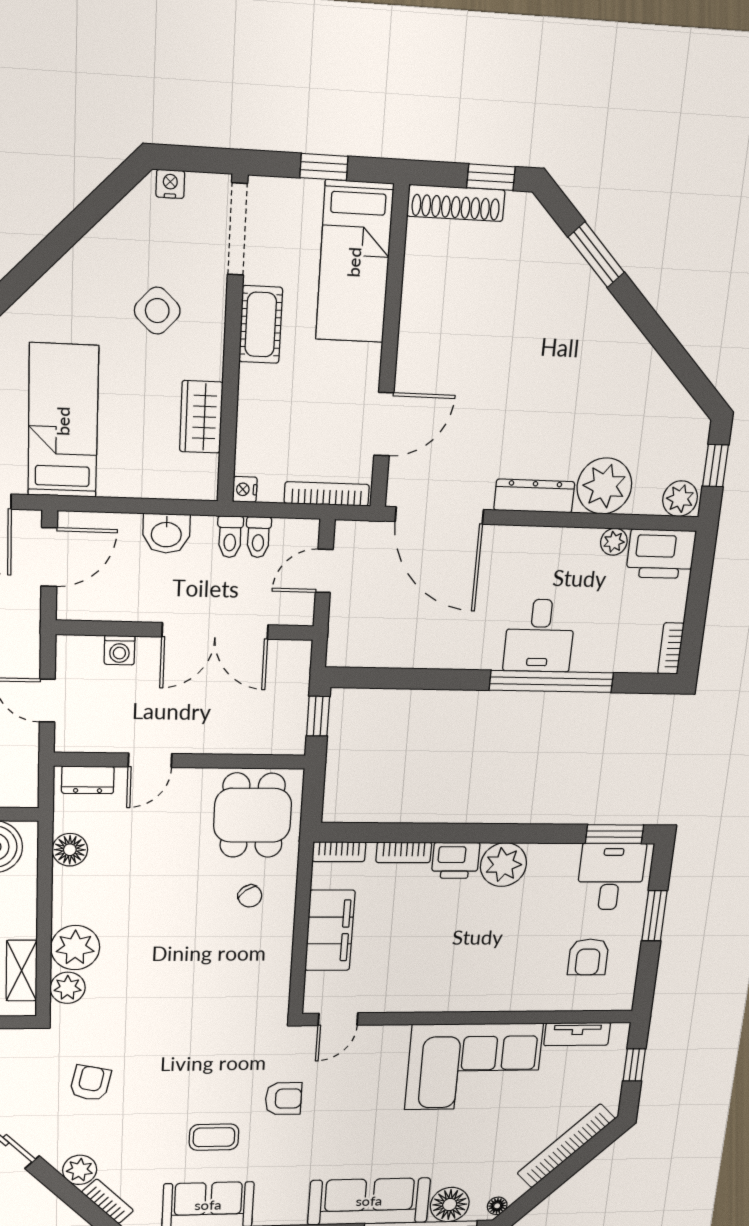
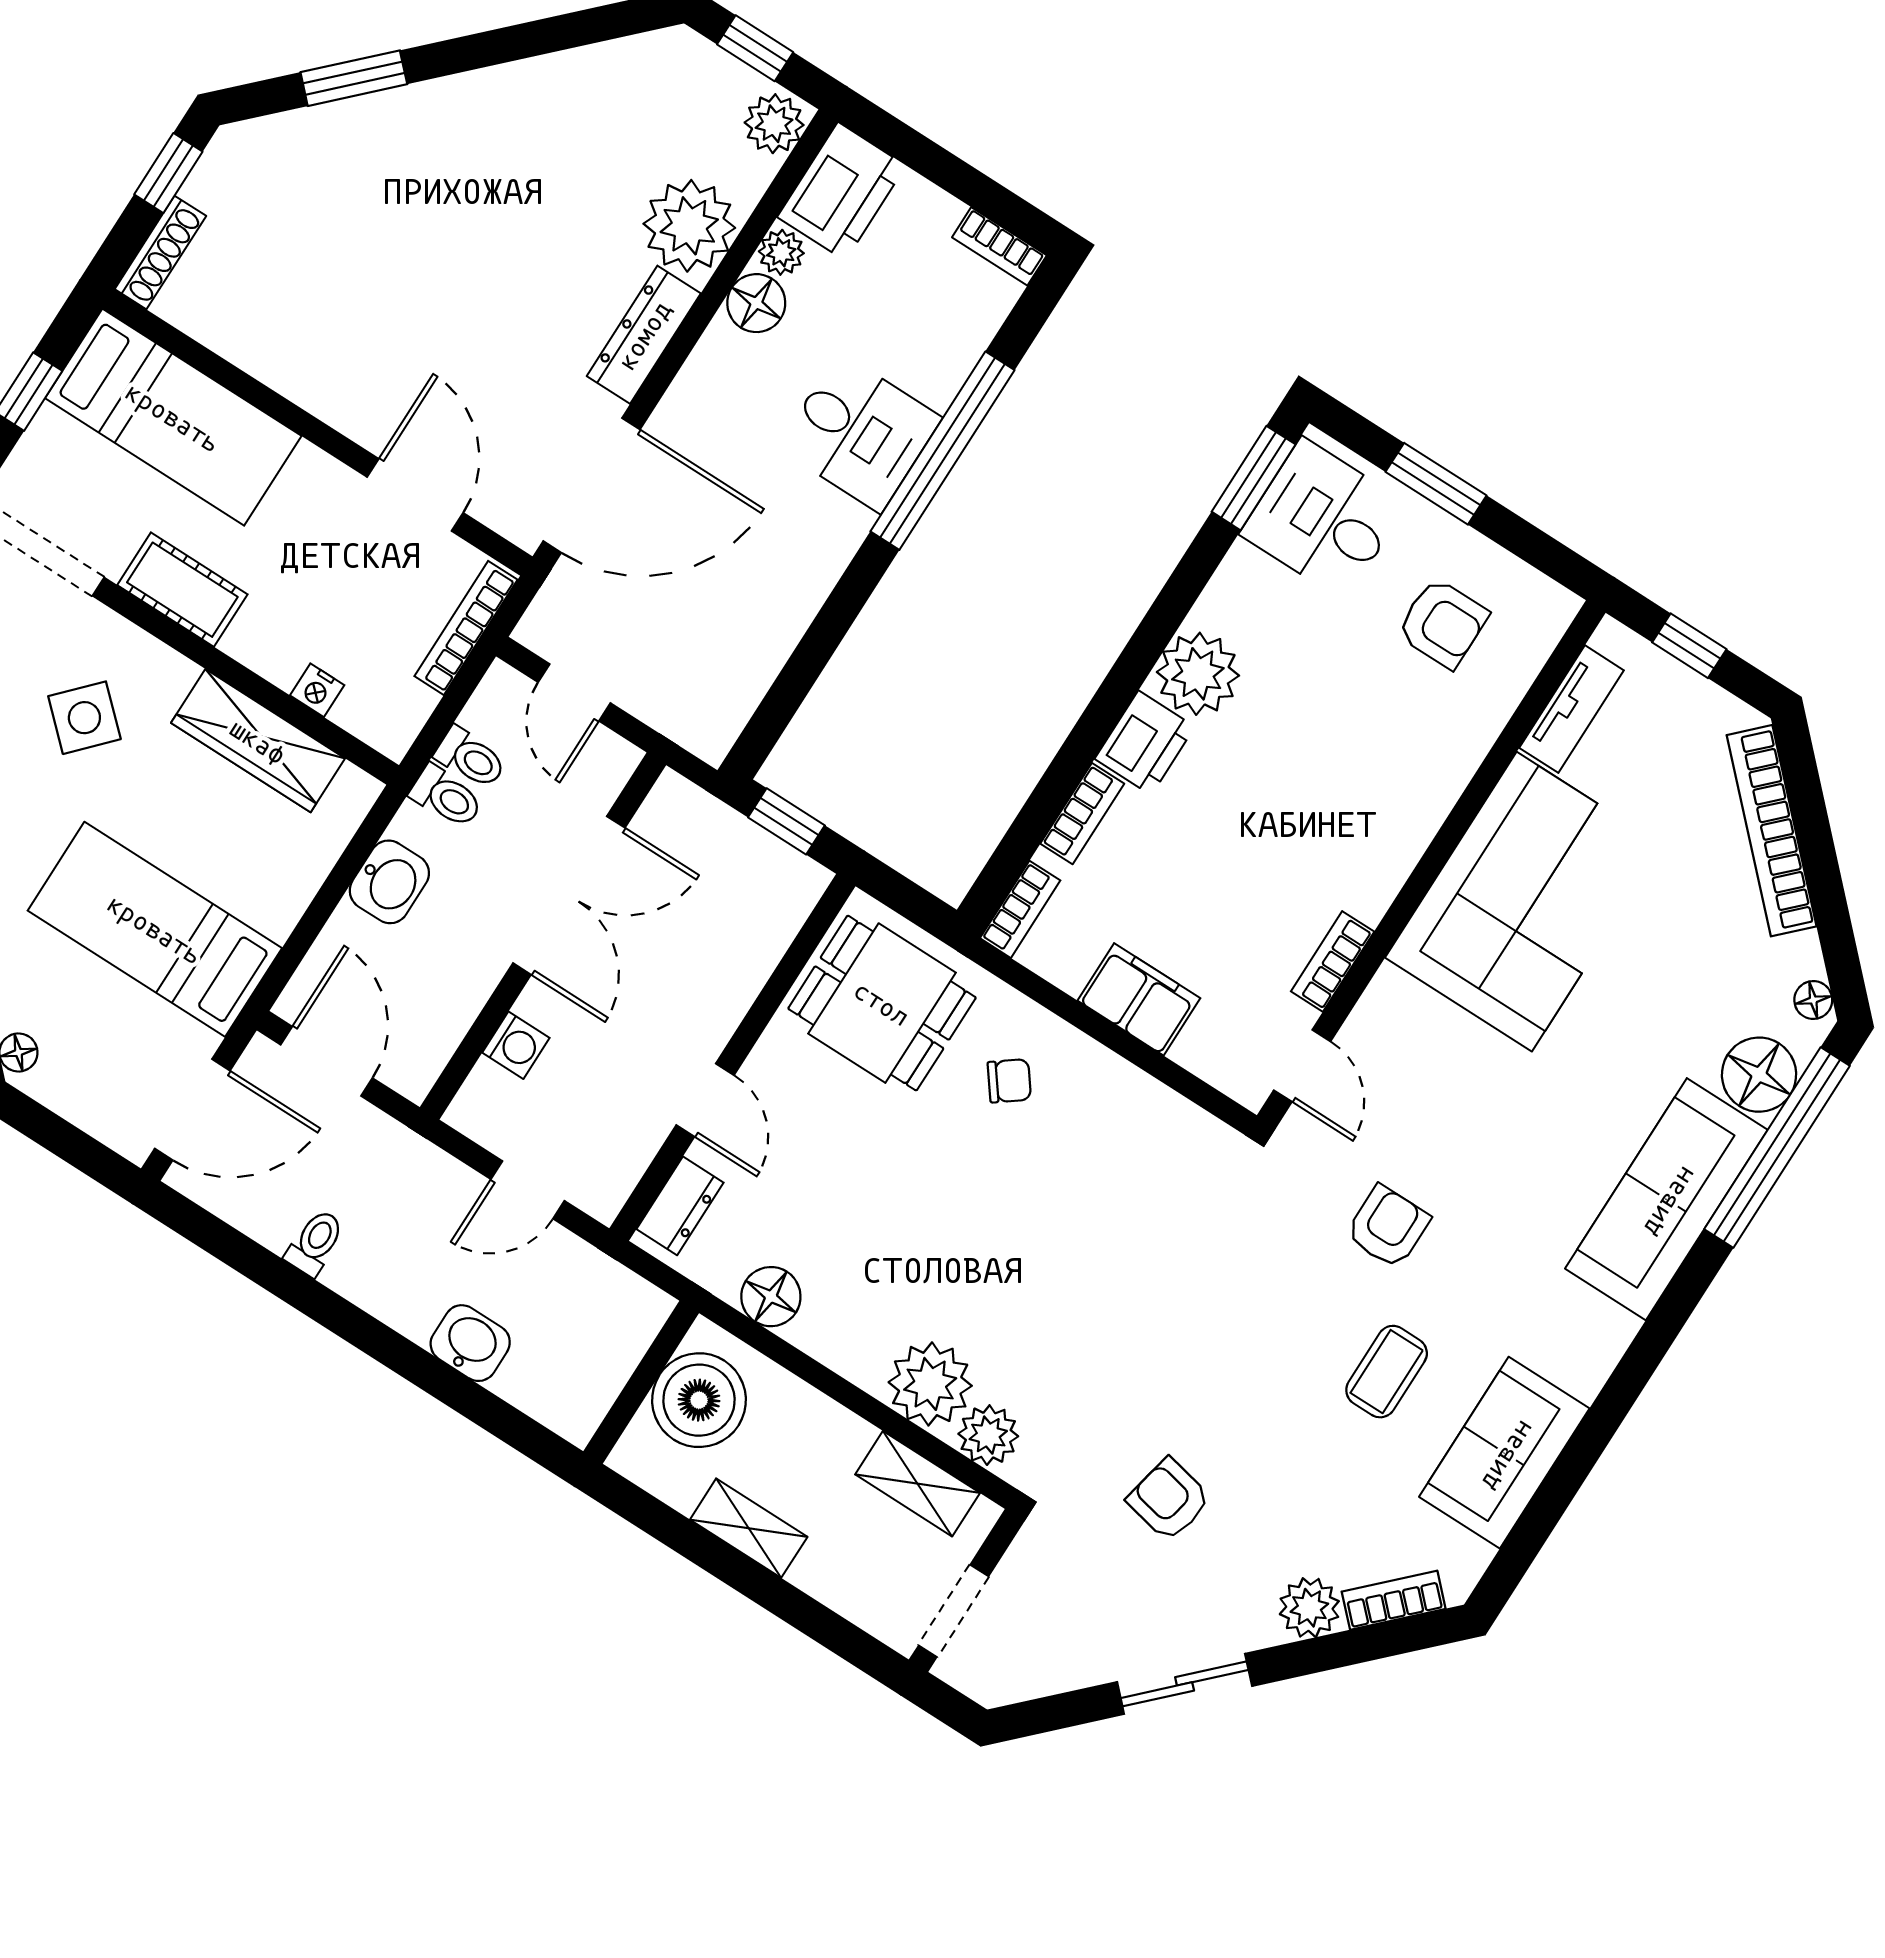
shoe rack: (456, 203) -> (160, 252), width x0.74, depth x0.81
wardrobe: (201, 417) -> (258, 741), width x1.50
nightstand: (245, 489) -> (317, 690), moved
floor lamp: (581, 544) -> (756, 303), added
filing cabinet: (330, 930) -> (1139, 999), width x0.67, depth x0.86
bookcase: (397, 1003) -> (1333, 961), added

